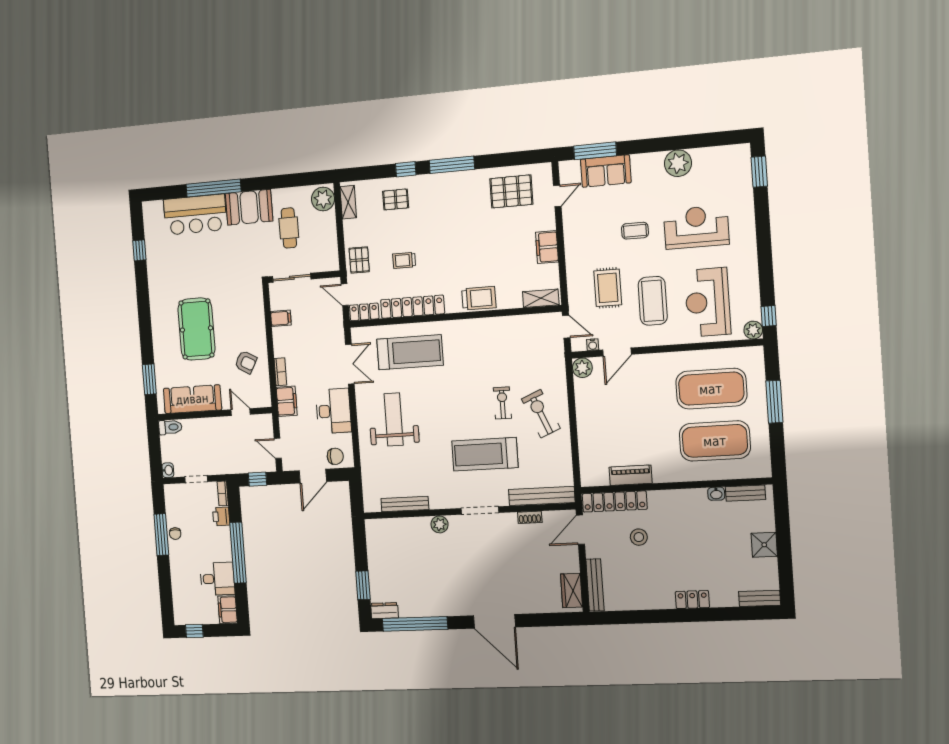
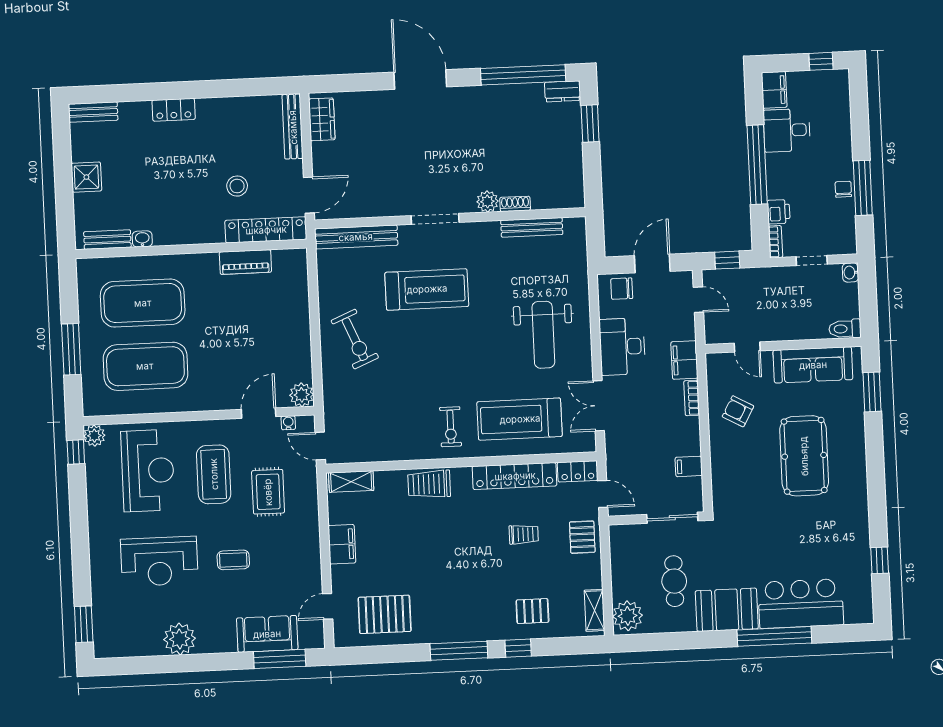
exercise bike: (502, 403) -> (451, 427), moved
shoe rack: (530, 517) -> (515, 204), moved

